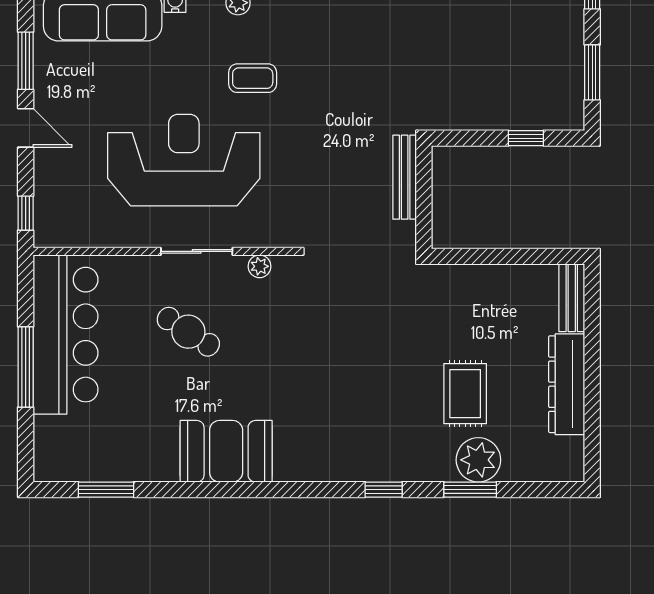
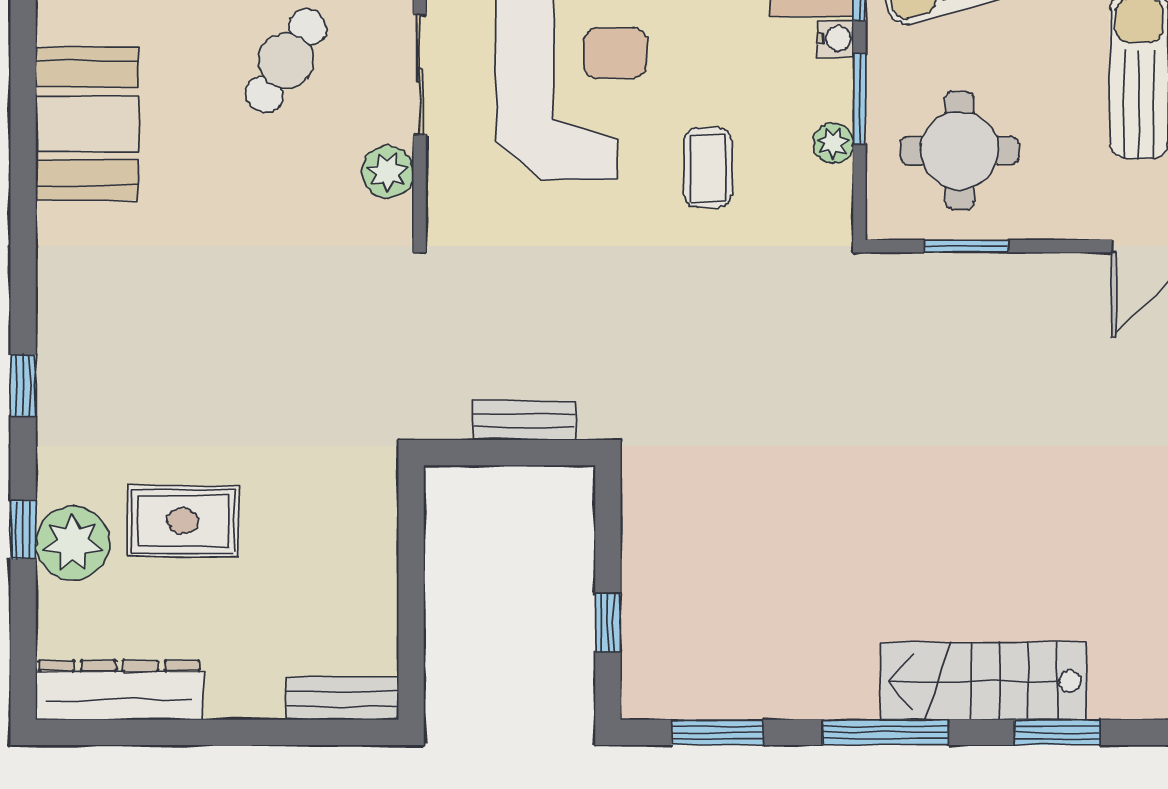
bench: (405, 177) -> (524, 420), width x0.73
plant: (260, 266) -> (388, 172), width x1.38, depth x1.38
dresser: (567, 384) -> (119, 690), moved
window: (470, 490) -> (23, 530), width x0.67

